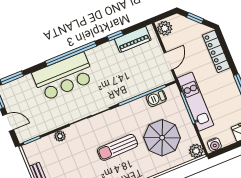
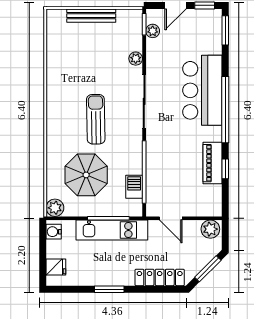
window: (195, 18) -> (208, 269), width x1.50
piano: (133, 39) -> (212, 163), moved
plant: (34, 132) -> (153, 31), added

